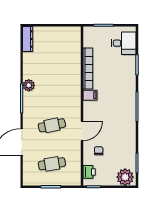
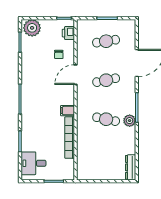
cafe table: (52, 87) -> (106, 119), added

